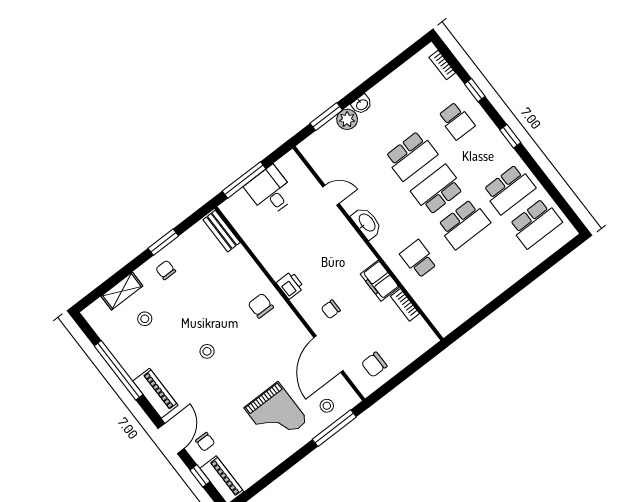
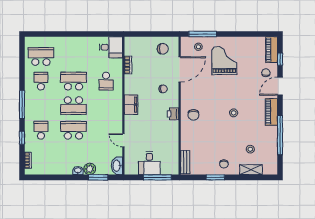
window: (510, 136) -> (22, 105), width x2.17
school desk: (509, 189) -> (41, 81), width x0.54
washbasin: (367, 223) -> (117, 166), moved
filing cabinet: (380, 281) -> (131, 105), moved
desk: (448, 311) -> (111, 47), added

